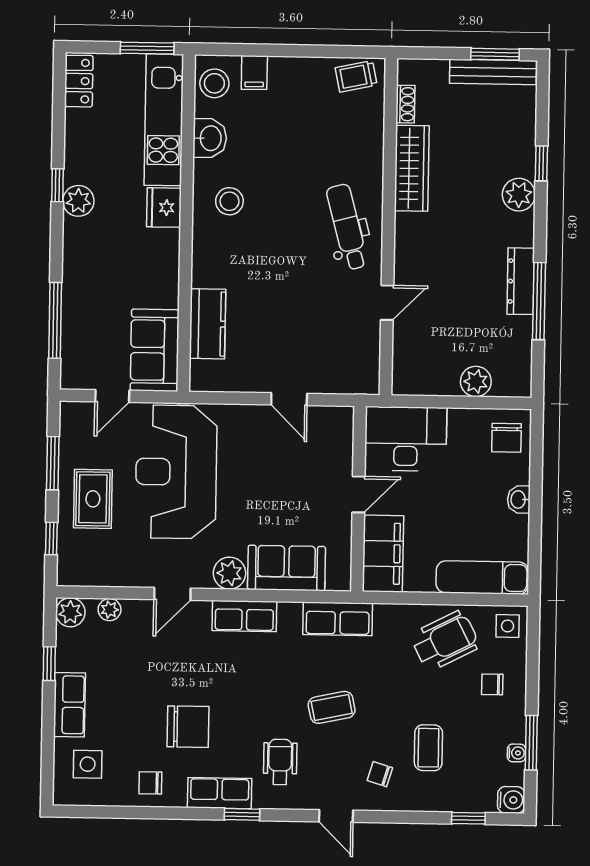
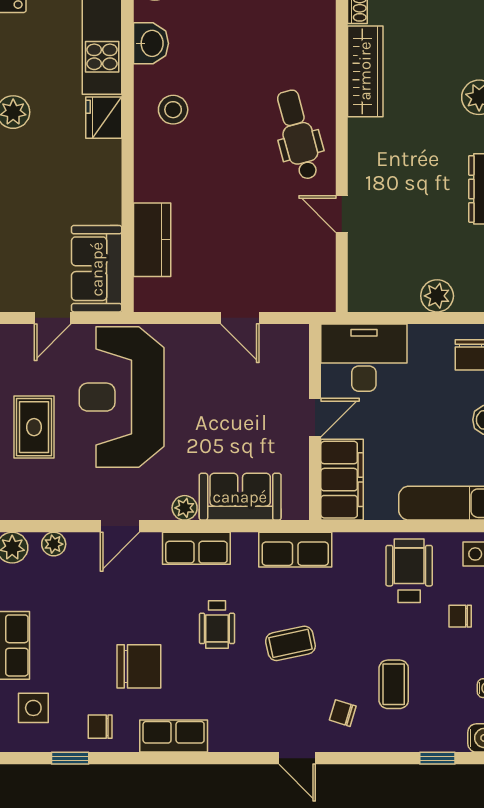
door: (387, 303) -> (342, 214), swing flipped
plant: (229, 573) -> (185, 508), width x0.73, depth x0.73
wheelchair: (445, 641) -> (409, 571), turned -63
wheelchair: (280, 762) -> (217, 625), moved, turned 180
window: (242, 814) -> (70, 758), moved

